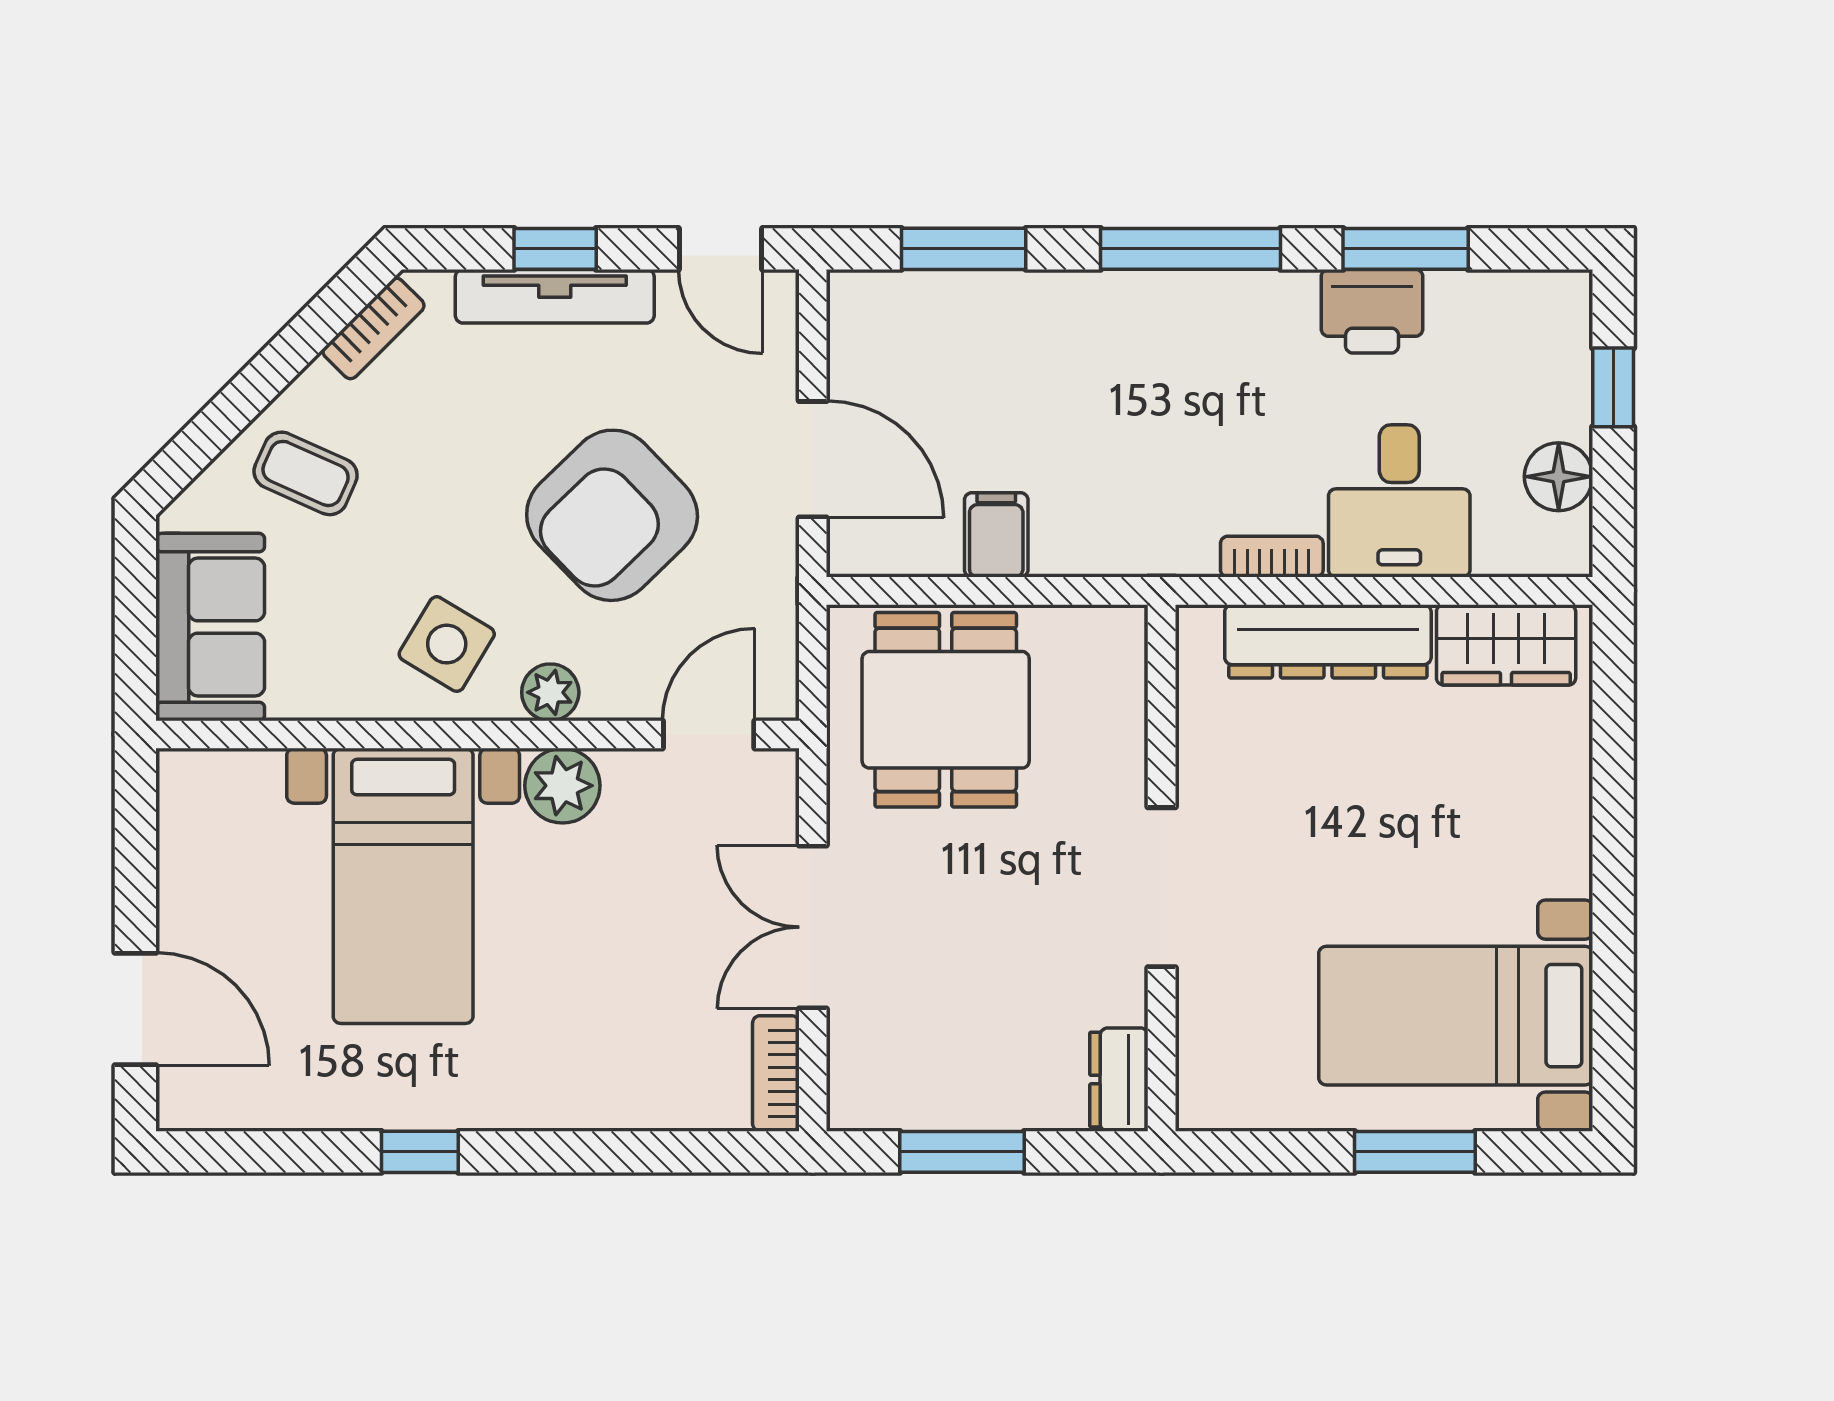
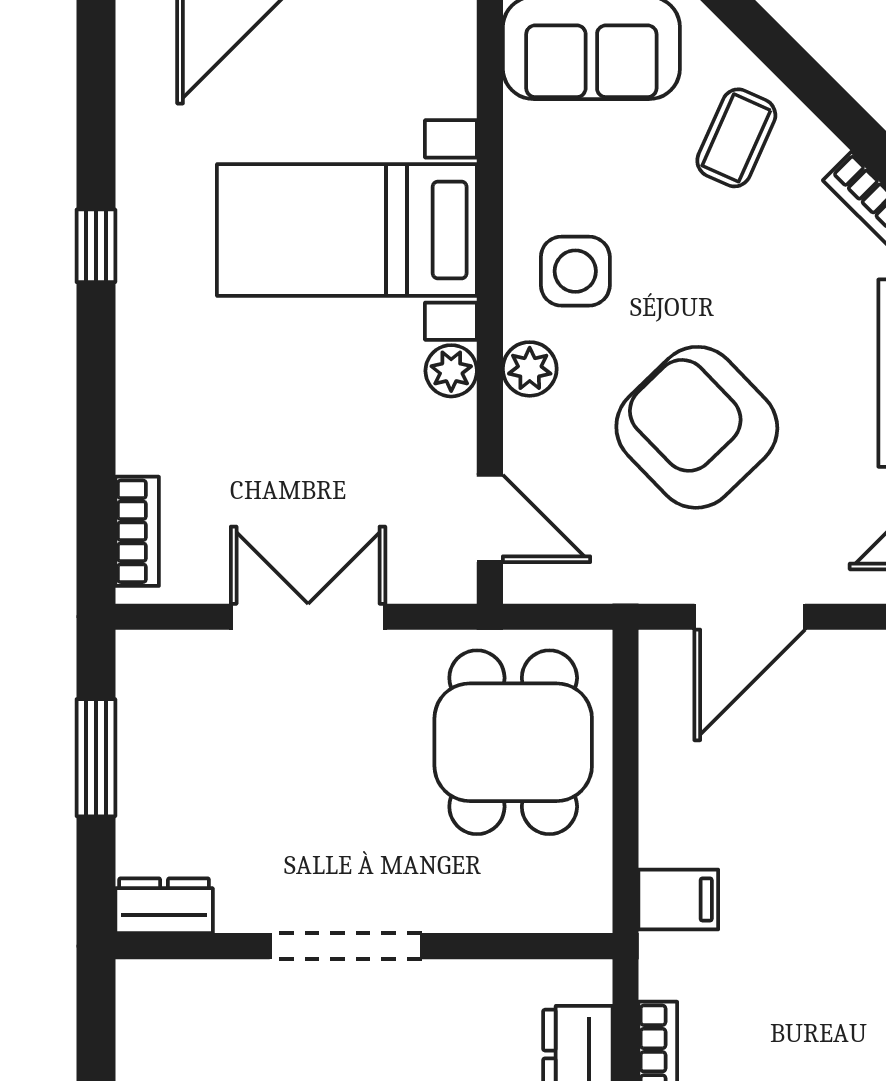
filing cabinet: (996, 535) -> (678, 899), moved
side table: (447, 644) -> (575, 271), turned -31
dining table: (946, 710) -> (513, 742), turned 90
plant: (562, 786) -> (451, 371), width x0.73, depth x0.73
bookcase: (776, 1073) -> (137, 531), moved, turned 90

